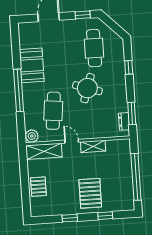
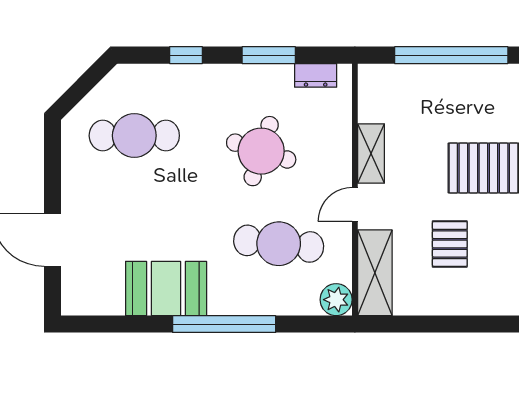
window: (83, 15) -> (52, 158), removed
round table: (87, 88) -> (261, 151), moved
window: (132, 113) -> (269, 55), moved
pallet: (38, 187) -> (450, 244), moved, turned 90

